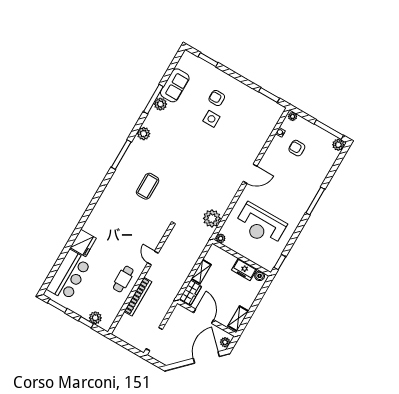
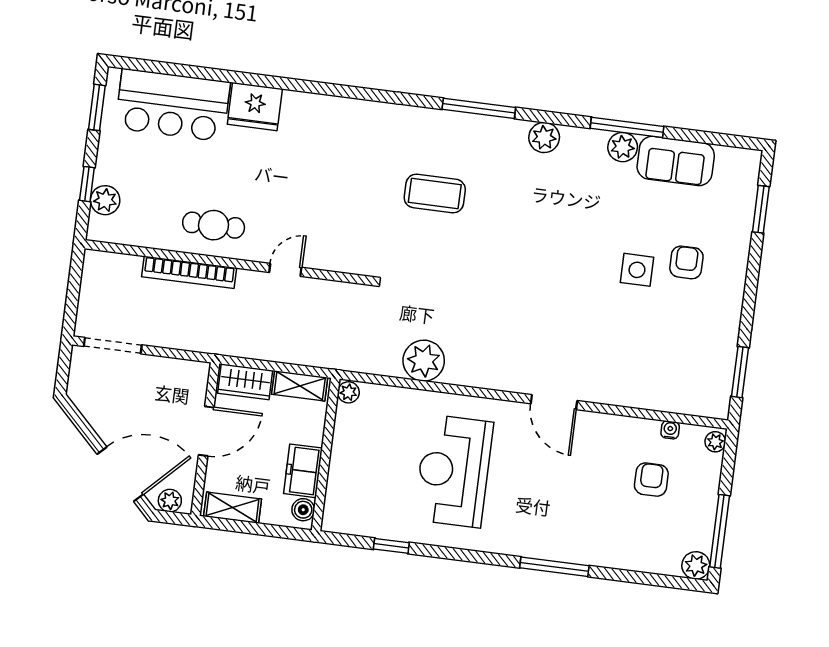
plant: (221, 238) -> (348, 392), moved
wall: (241, 258) -> (326, 455), moved
freezer: (244, 270) -> (303, 471), moved
boiler: (260, 276) -> (303, 510), moved

